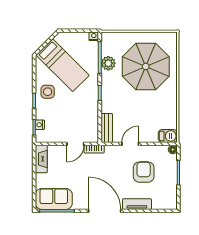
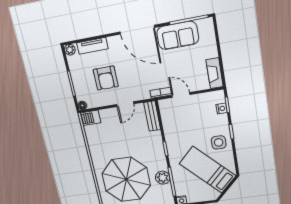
door: (75, 144) -> (181, 95), hinge flipped
sofa: (54, 199) -> (178, 35), moved
tv unit: (137, 204) -> (92, 46), moved
plant: (172, 204) -> (70, 50), added

